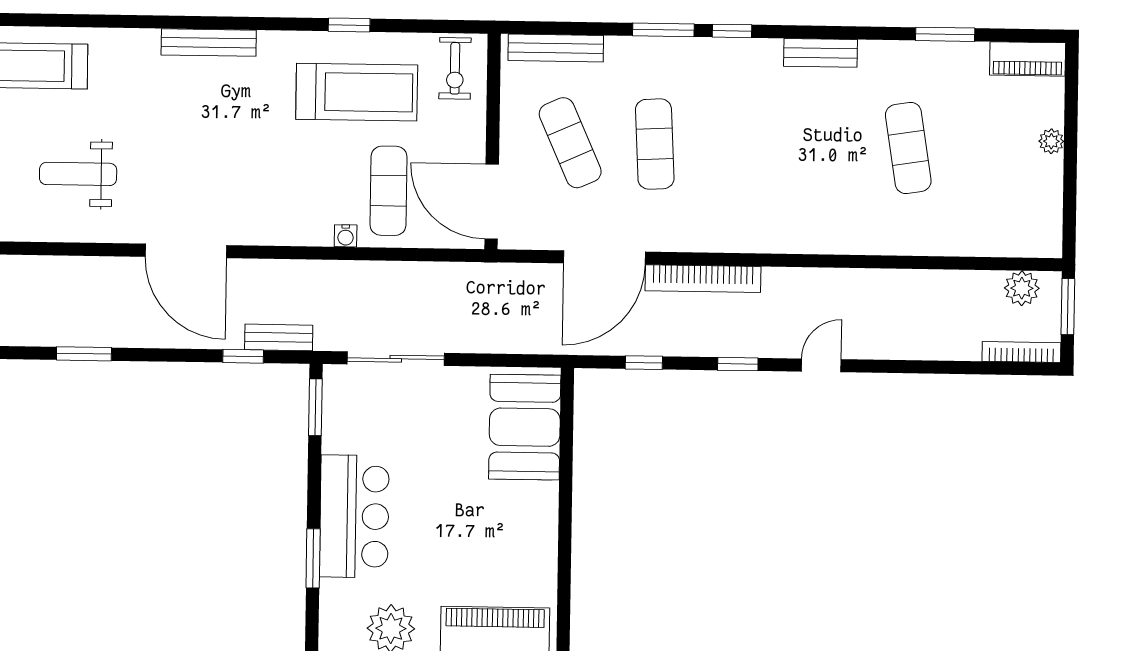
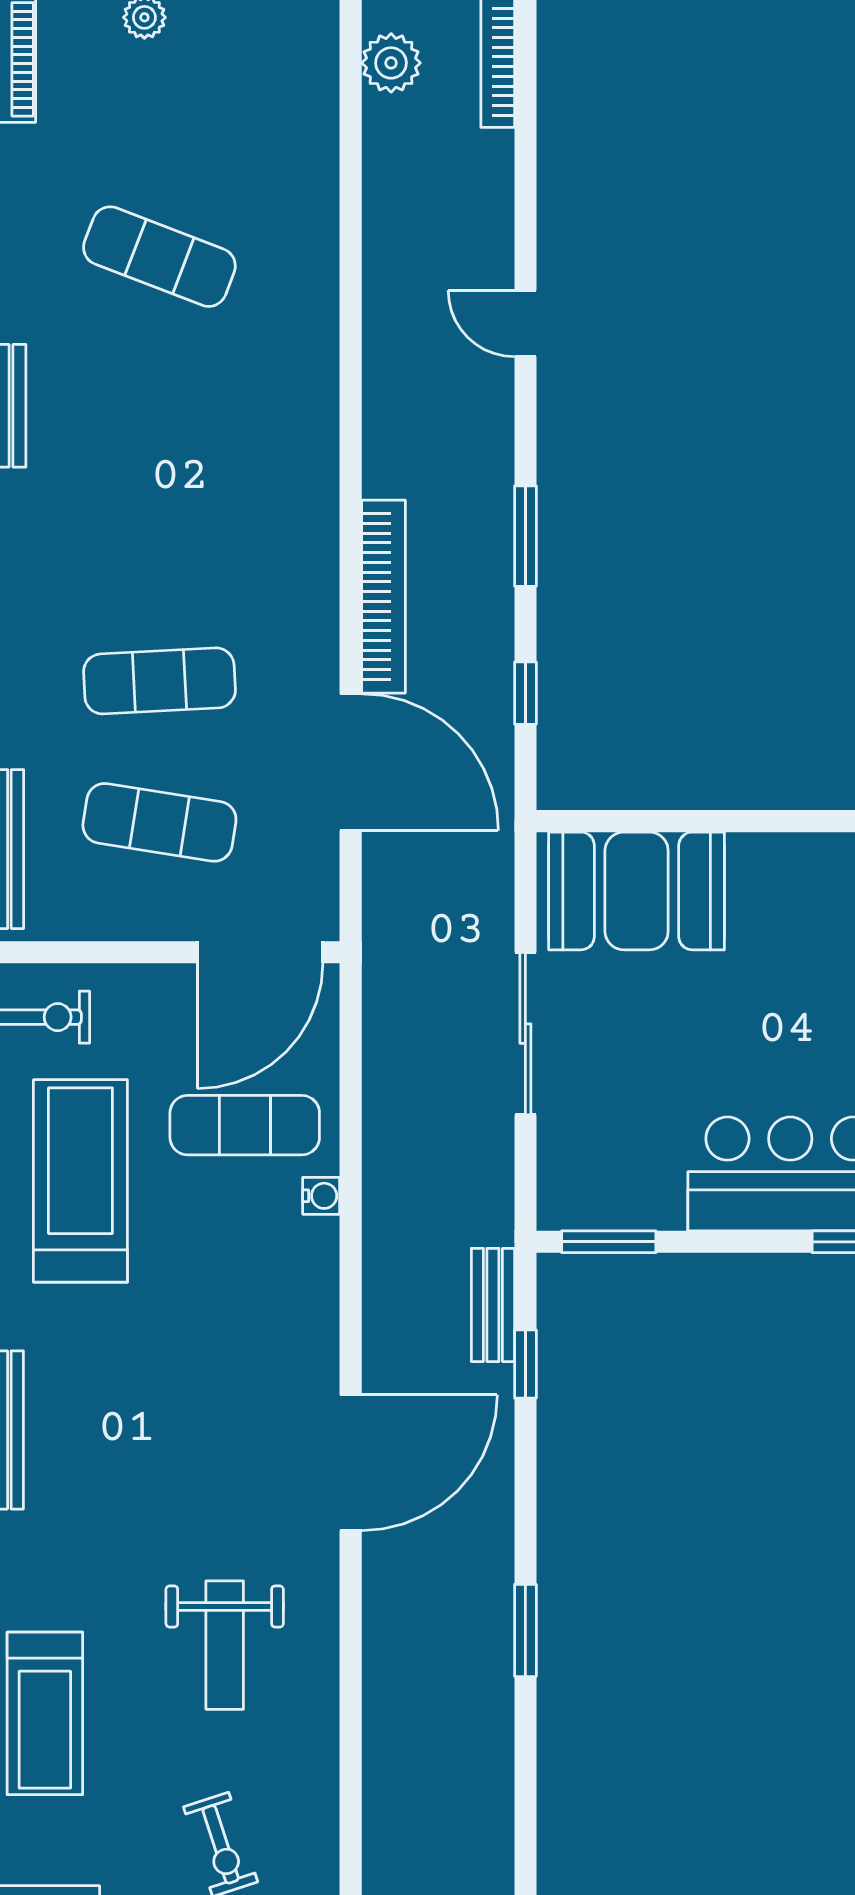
exercise mat: (570, 143) -> (159, 822), turned 33
exercise mat: (908, 148) -> (159, 257), turned 30
sliding door: (396, 359) -> (525, 1034), moved
window: (738, 364) -> (525, 536), width x1.50
door: (821, 365) -> (525, 324), moved

